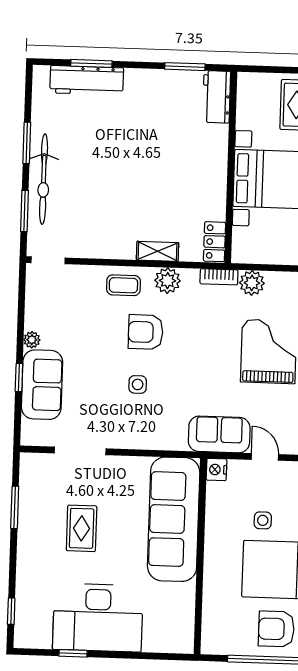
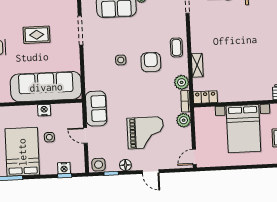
plant: (168, 281) -> (182, 82), moved
door: (265, 457) -> (85, 135), swing flipped
nightstand: (216, 470) -> (44, 110), moved

